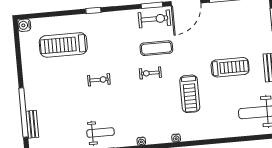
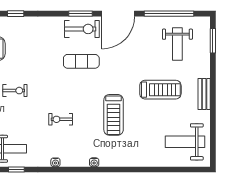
weight bench: (242, 25) -> (177, 44), added
exercise bike: (150, 73) -> (61, 119), moved

